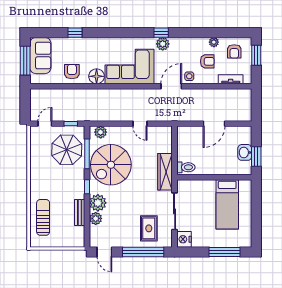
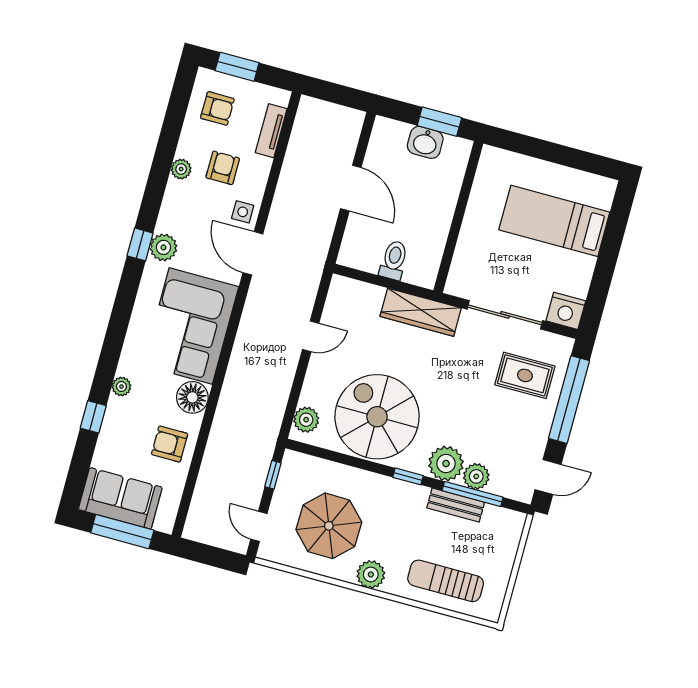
plant: (93, 42) -> (121, 386), added
plant: (214, 42) -> (181, 169), moved
parasol: (67, 150) -> (329, 526), moved
window: (87, 154) -> (473, 494), moved
spiral stairs: (111, 165) -> (377, 417), turned 180
toilet: (186, 167) -> (394, 260), moved
plant: (37, 182) -> (371, 574), added
bed: (227, 204) -> (554, 221), moved, turned 180
window: (224, 252) -> (613, 237), removed

